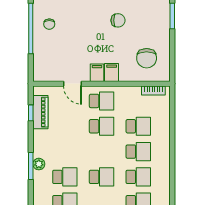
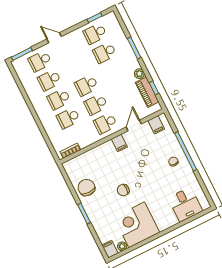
chair: (147, 58) -> (87, 188), moved
filing cabinet: (112, 72) -> (156, 125), moved
door: (72, 84) -> (134, 125), hinge flipped
plant: (39, 164) -> (139, 74), moved
school desk: (102, 177) -> (86, 85), moved

